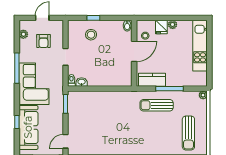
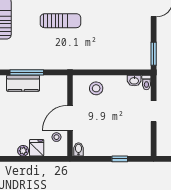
stool: (91, 35) -> (96, 88), moved
kitchen counter: (152, 80) -> (23, 83), moved
sun lounger: (157, 105) -> (60, 21), moved

